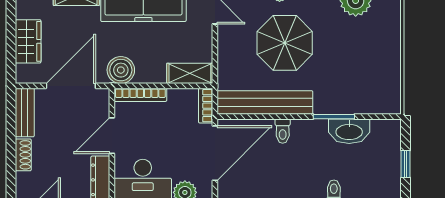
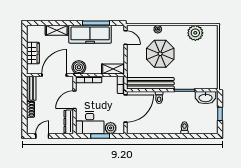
washbasin: (349, 131) -> (206, 98), moved

